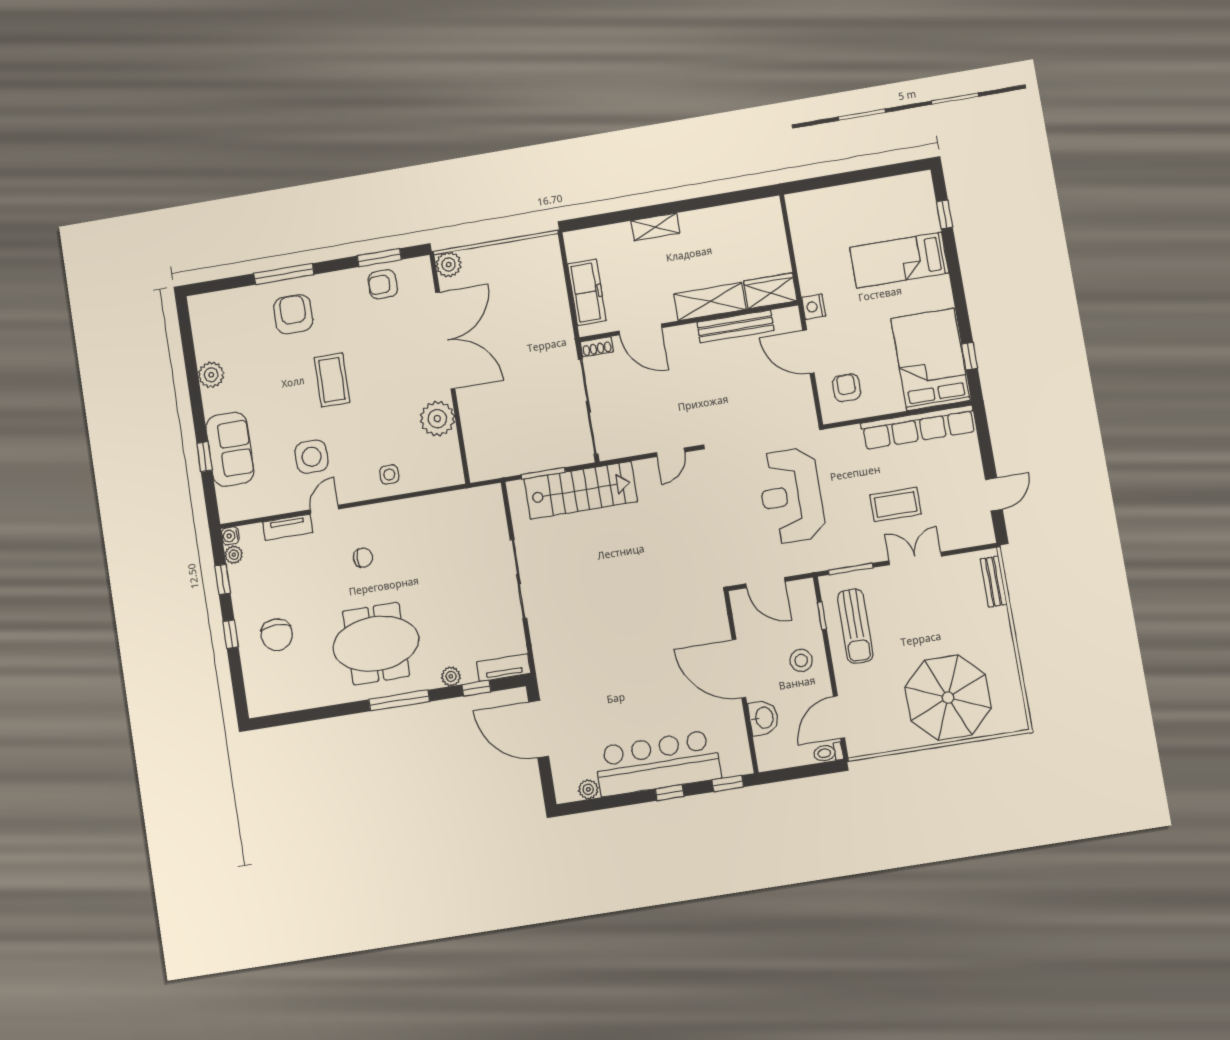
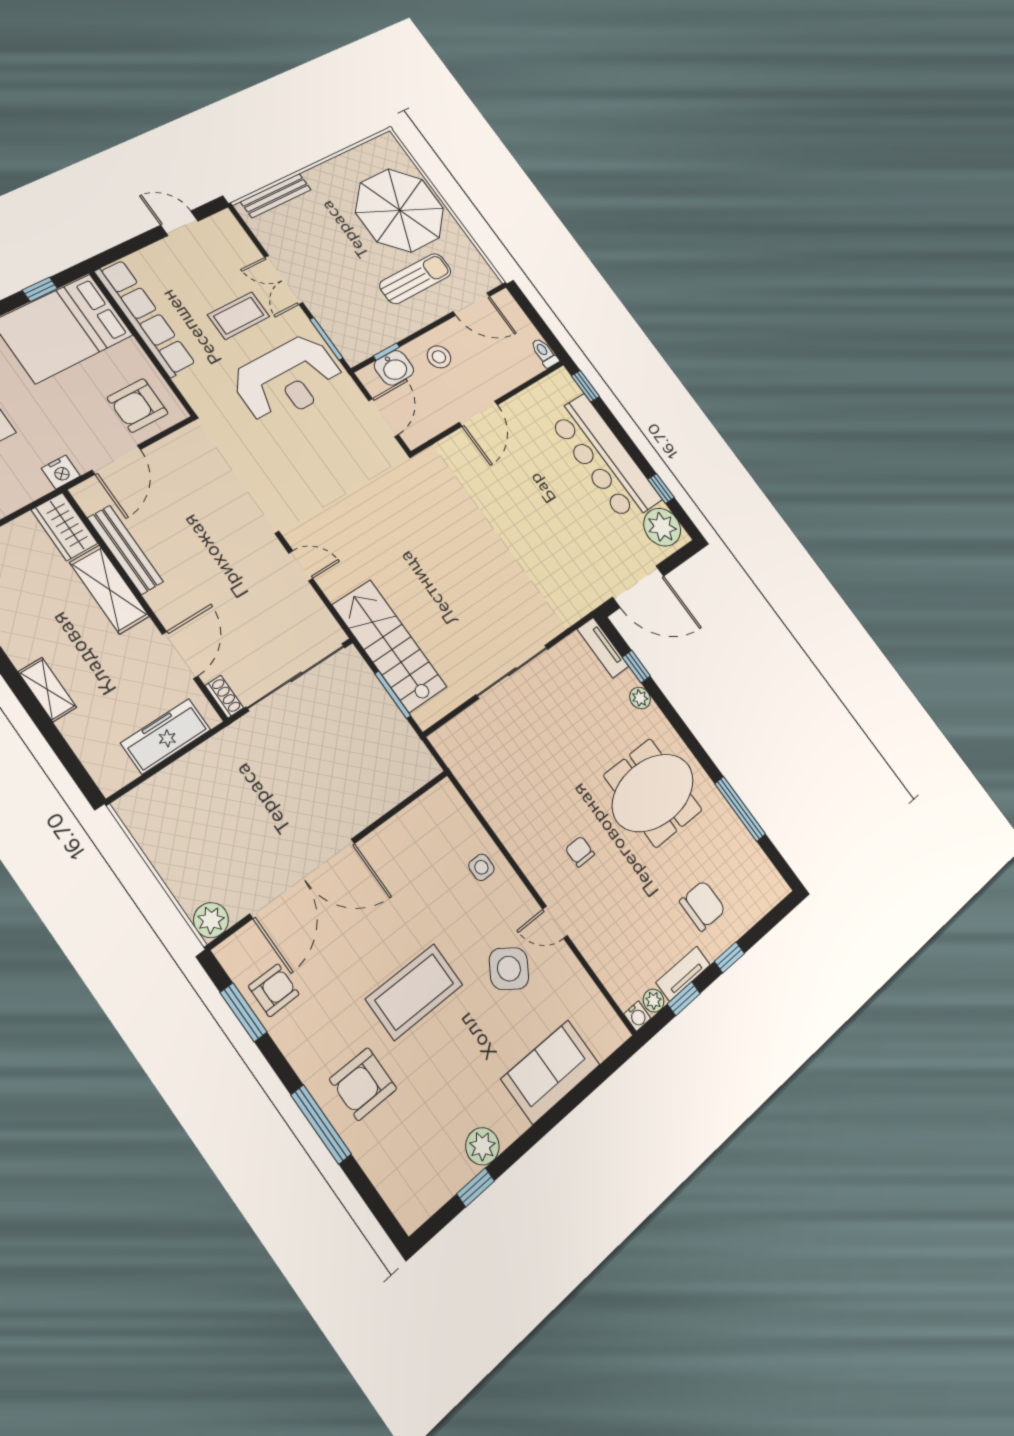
armchair: (383, 284) -> (274, 990), turned -90
double door: (445, 341) -> (303, 878), swing flipped
coffee table: (332, 380) -> (414, 992), width x1.36, depth x1.32
armchair: (847, 388) -> (138, 406), width x1.38, depth x1.38
plant: (437, 419) -> (395, 843), removed
window: (204, 457) -> (476, 1187), moved
side table: (312, 457) -> (509, 969), turned 34
reception desk: (791, 496) -> (288, 379), moved
coffee table: (896, 505) -> (239, 316), turned 90
tv unit: (288, 527) -> (683, 974), moved, turned -90
bench: (994, 582) -> (276, 196), width x1.36
sun lounger: (855, 626) -> (415, 279), moved
meeting table: (376, 644) -> (653, 793), turned 90
door: (739, 669) -> (478, 414), width x0.73
window: (399, 701) -> (740, 809), moved
washbasin: (764, 718) -> (394, 368), moved, turned 180
door: (539, 729) -> (638, 587), hinge flipped
toilet: (828, 753) -> (544, 353), moved, turned 180
plant: (588, 789) -> (662, 527), width x1.87, depth x1.87
window: (670, 793) -> (661, 488), moved

